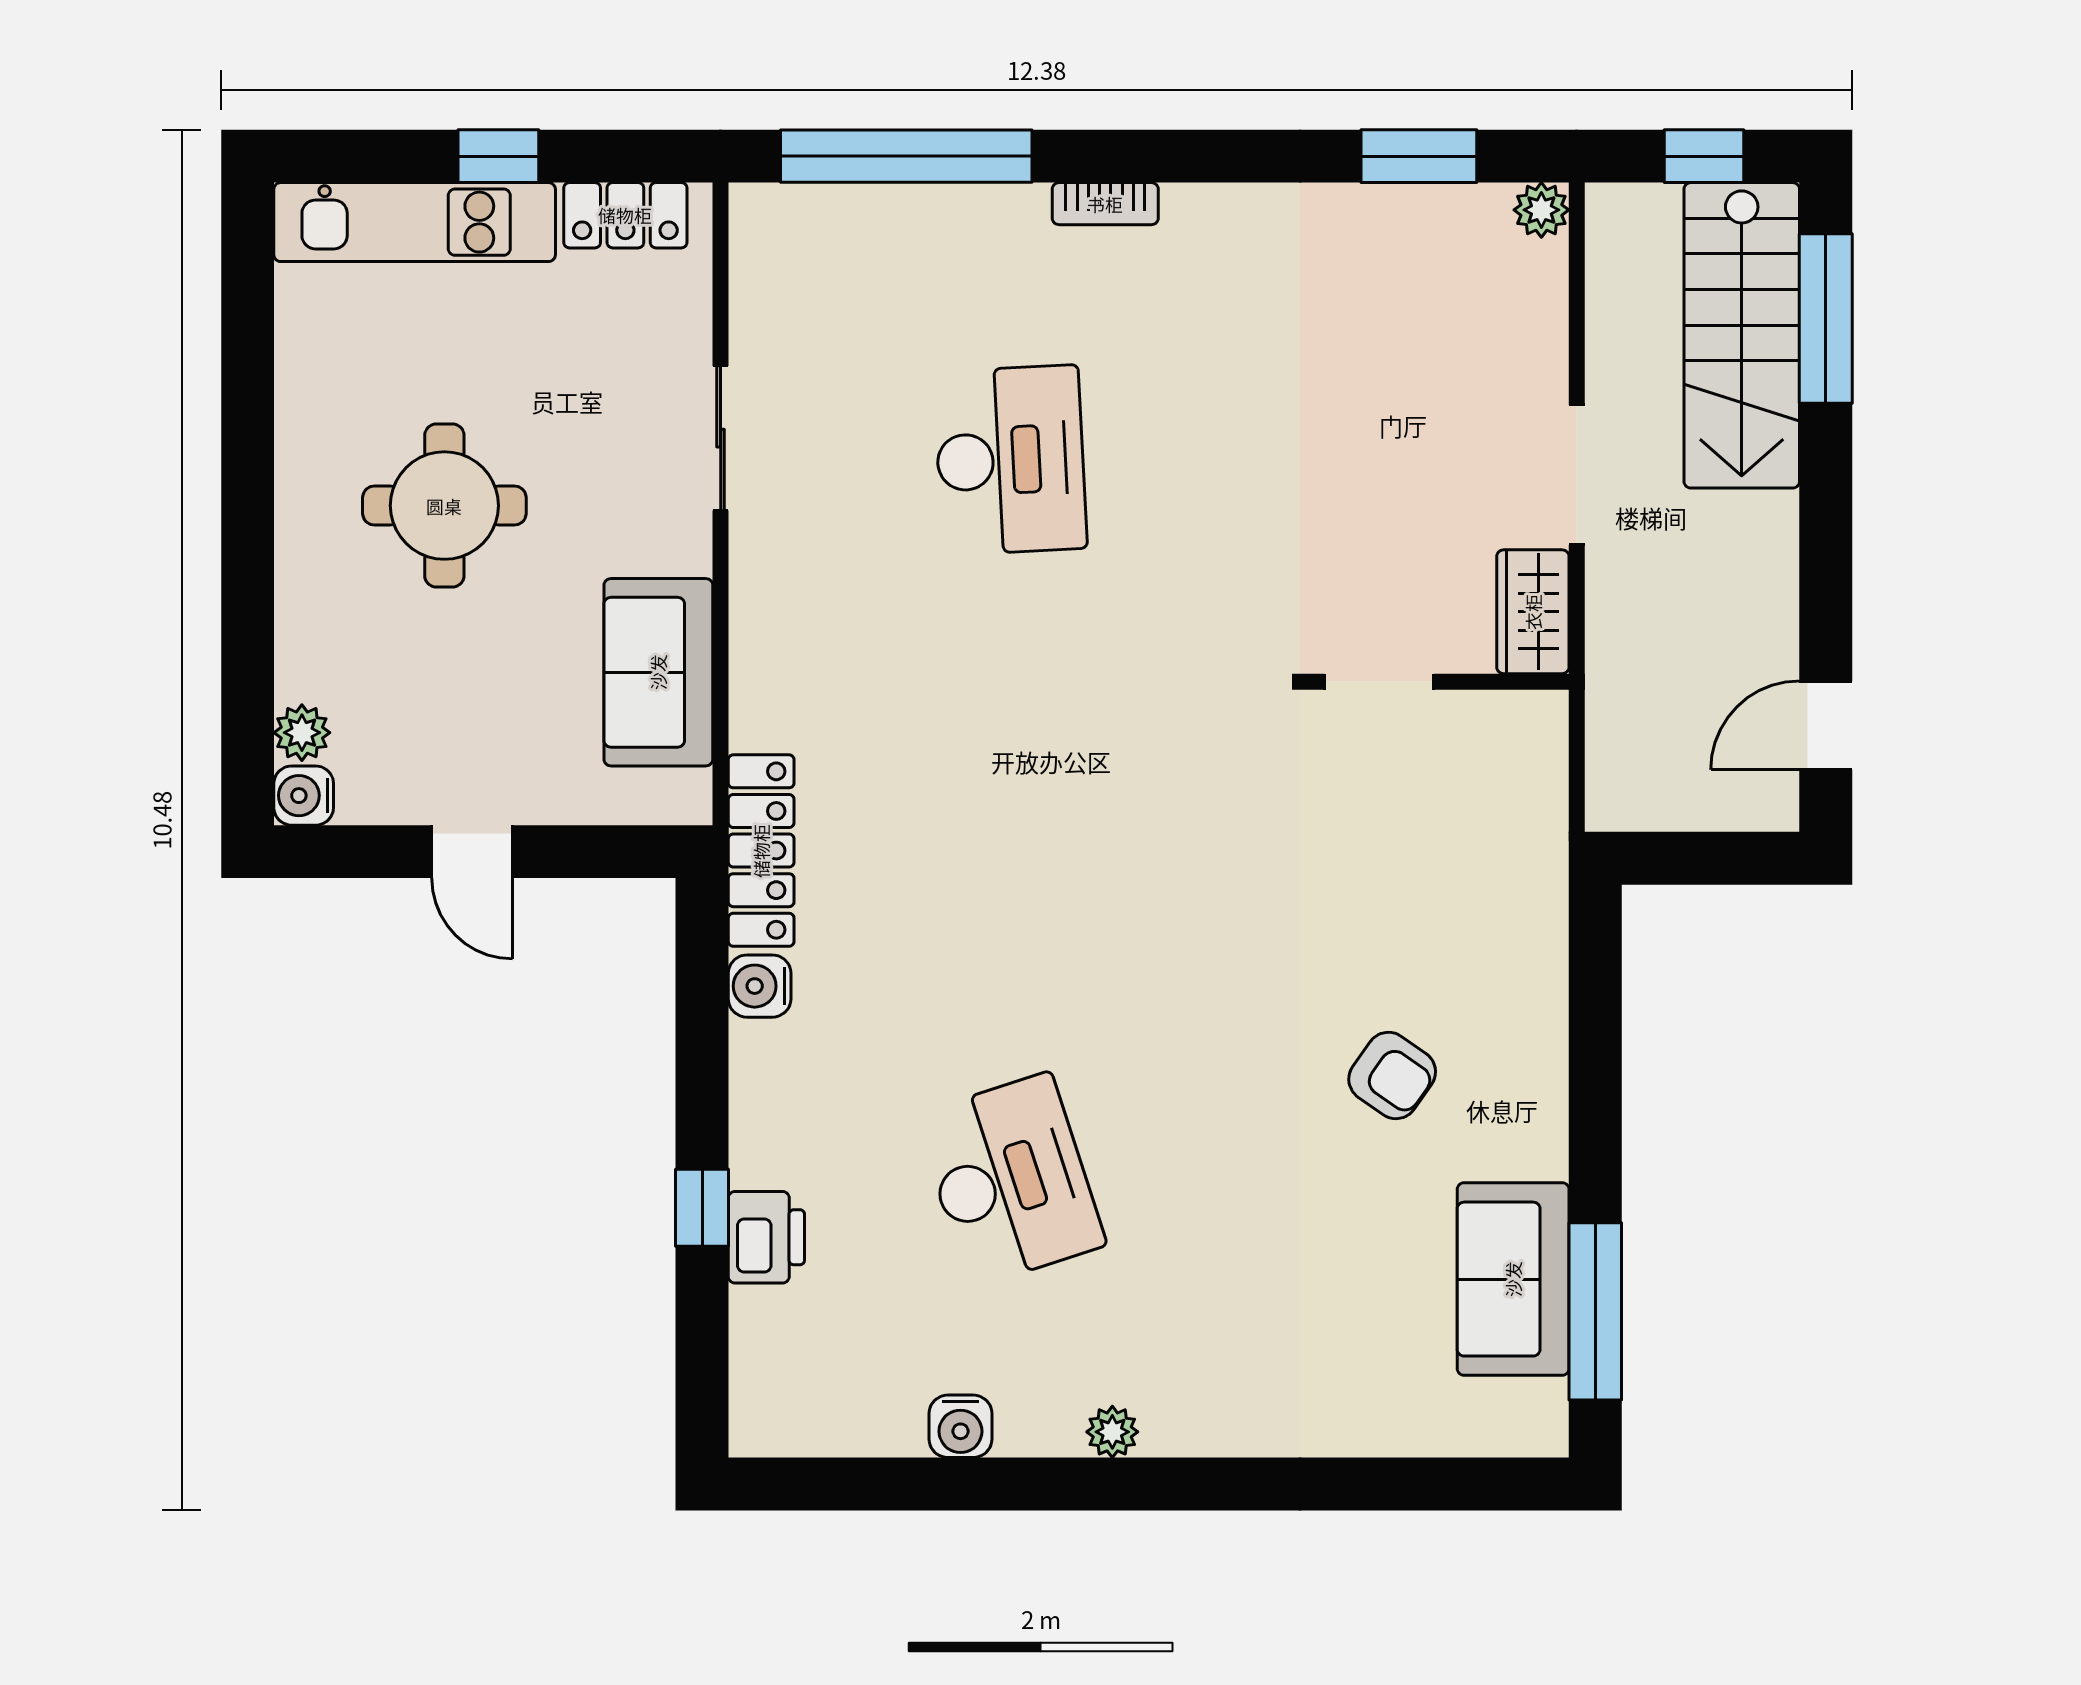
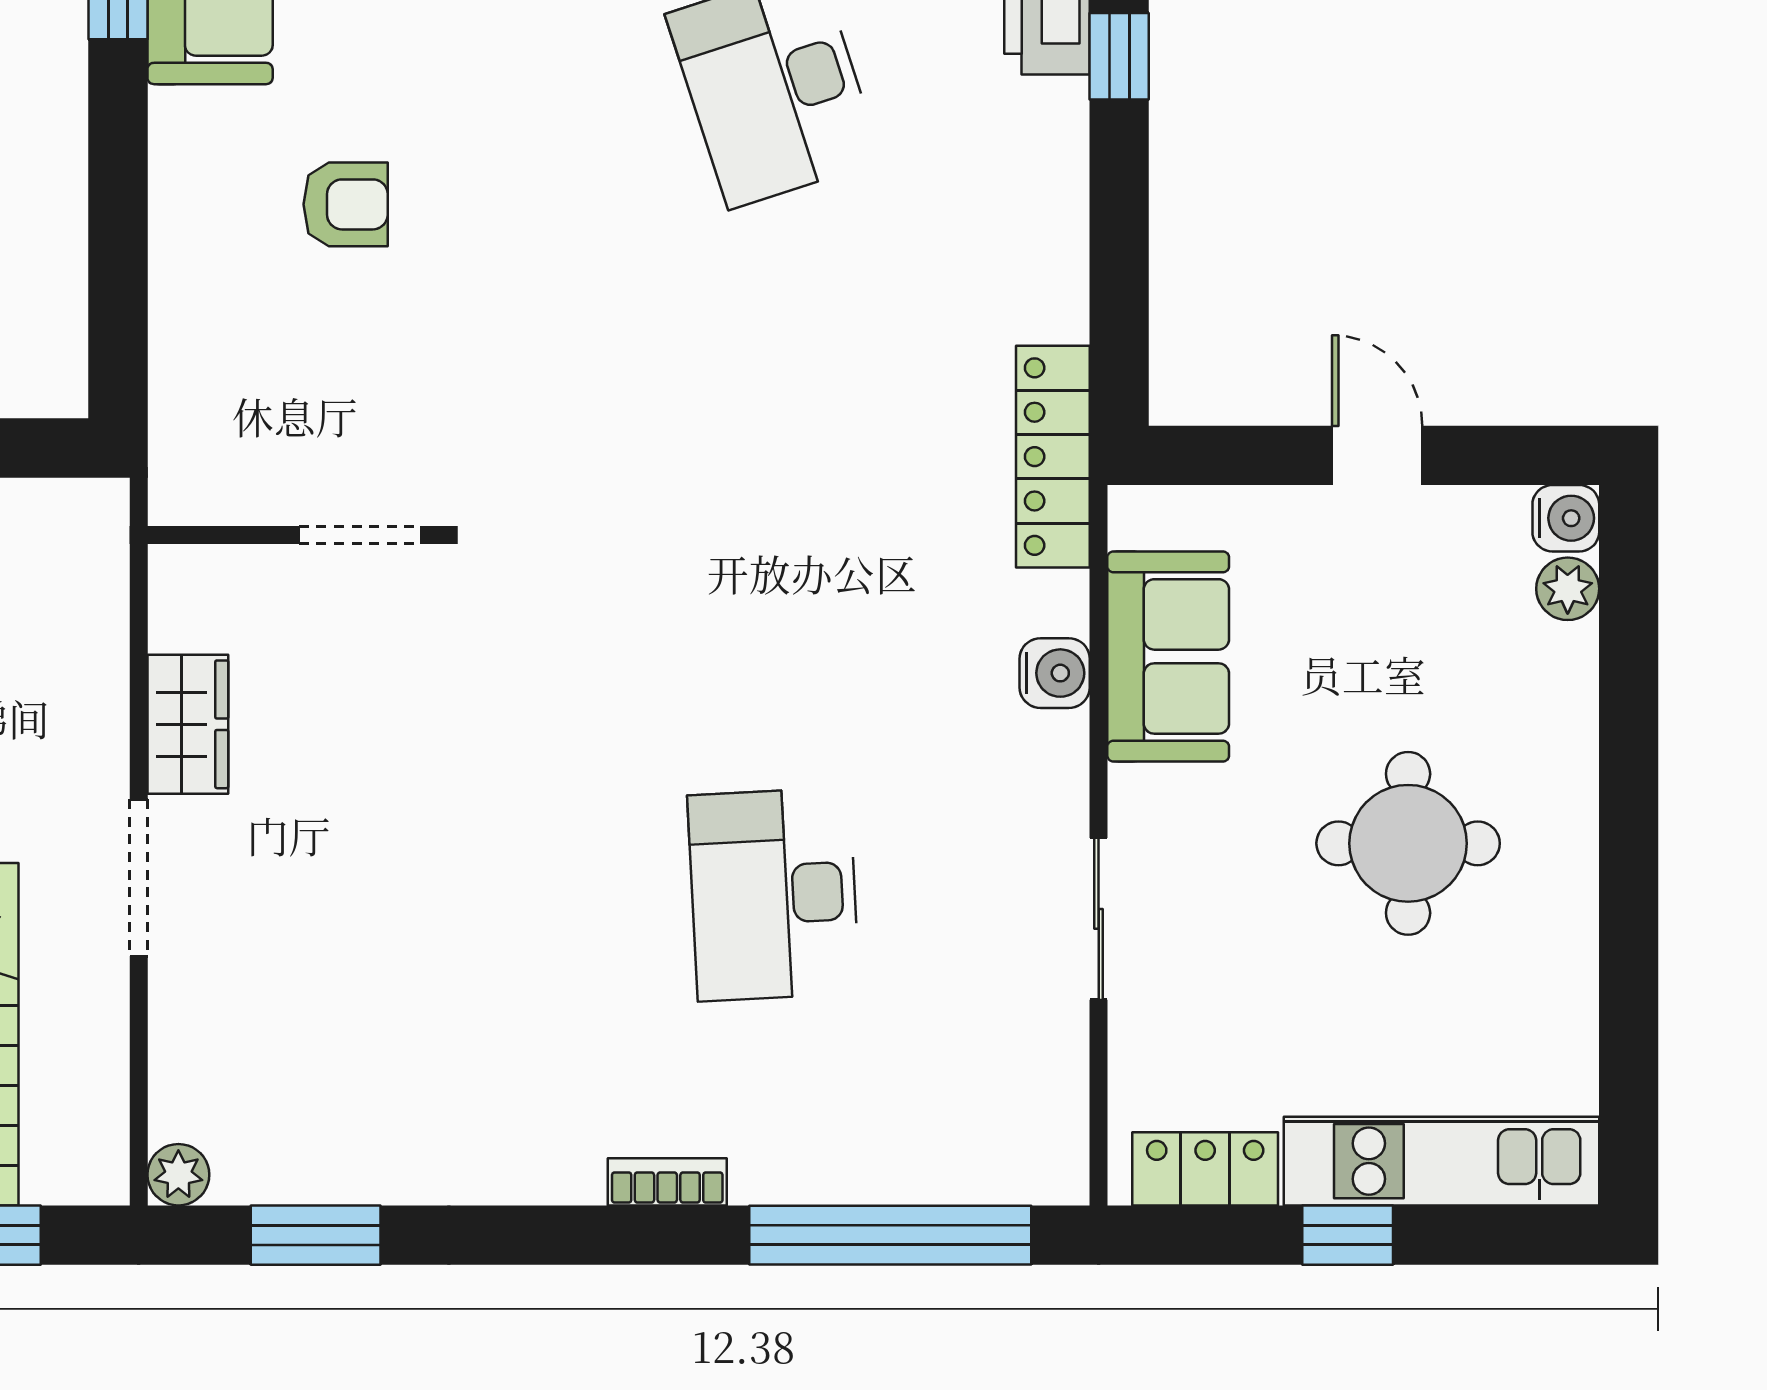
doorway: (1379, 682) -> (360, 535), moved
wall: (1438, 682) -> (294, 535), moved
water cooler: (760, 986) -> (1055, 673), moved
armchair: (1392, 1076) -> (346, 204), turned 145

